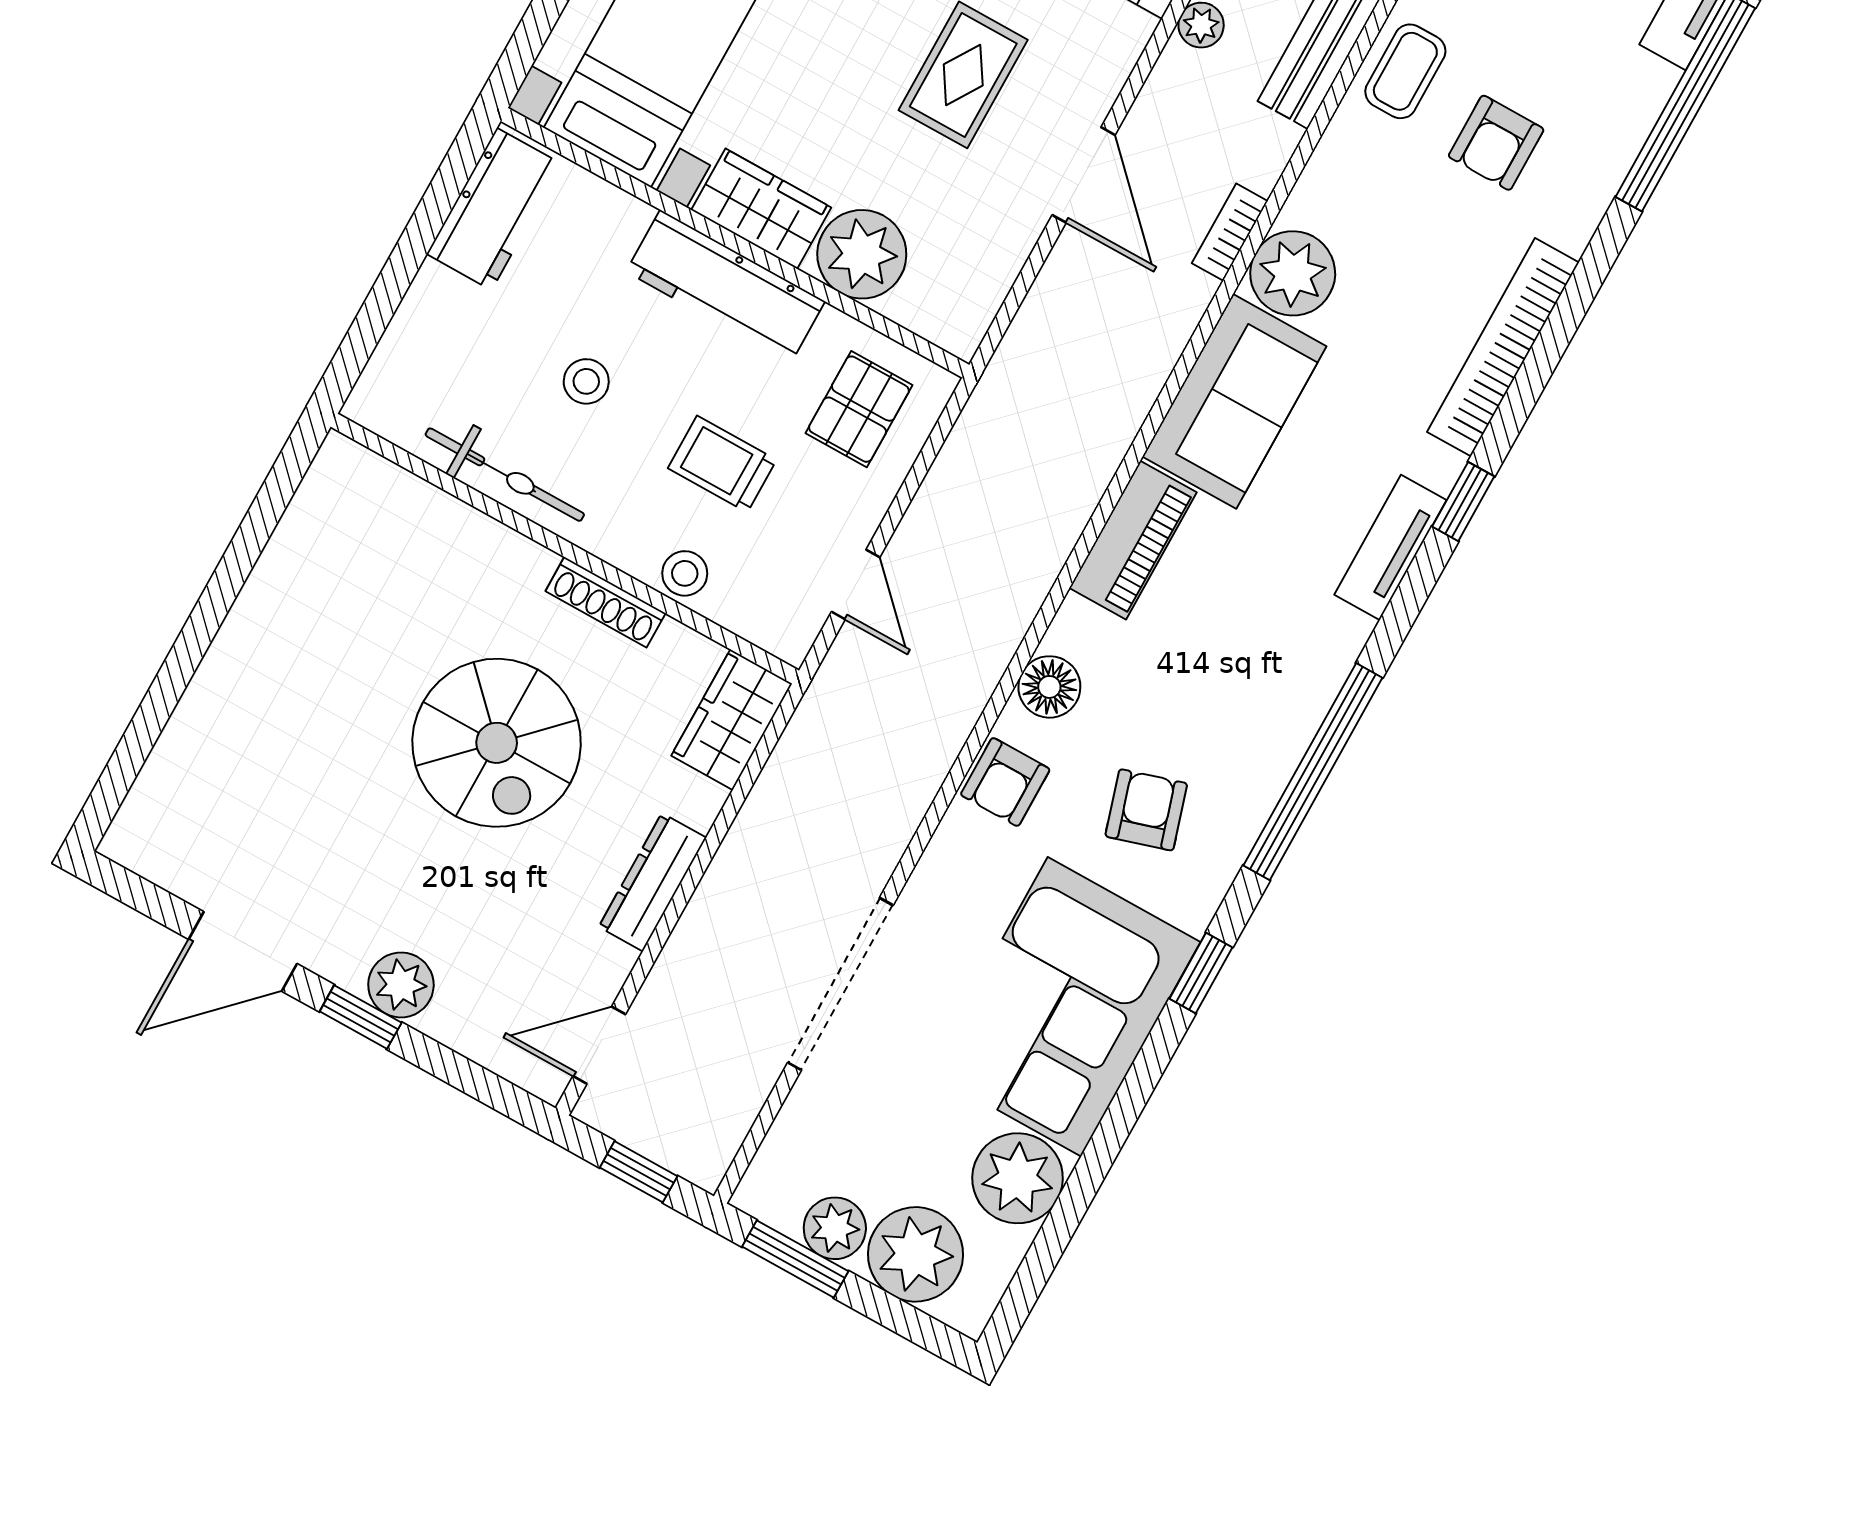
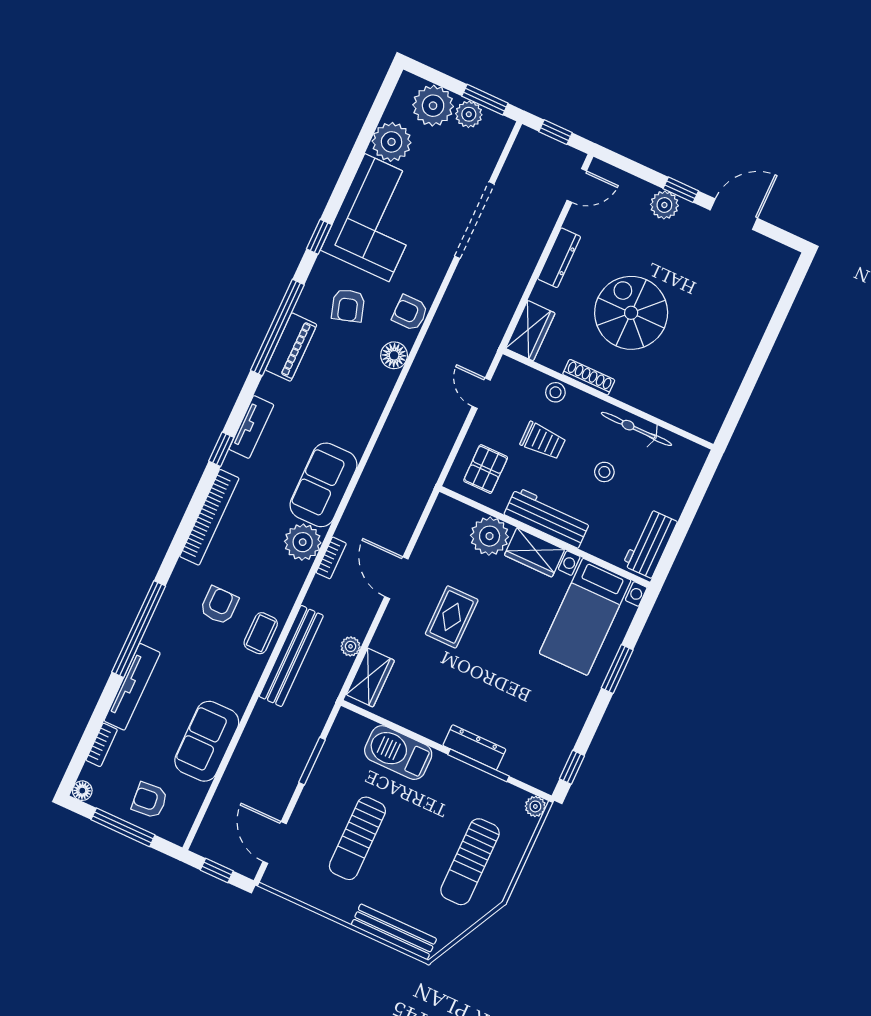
piano: (1133, 540) -> (291, 347), moved, turned 180
armchair: (1005, 782) -> (410, 313), turned -90

